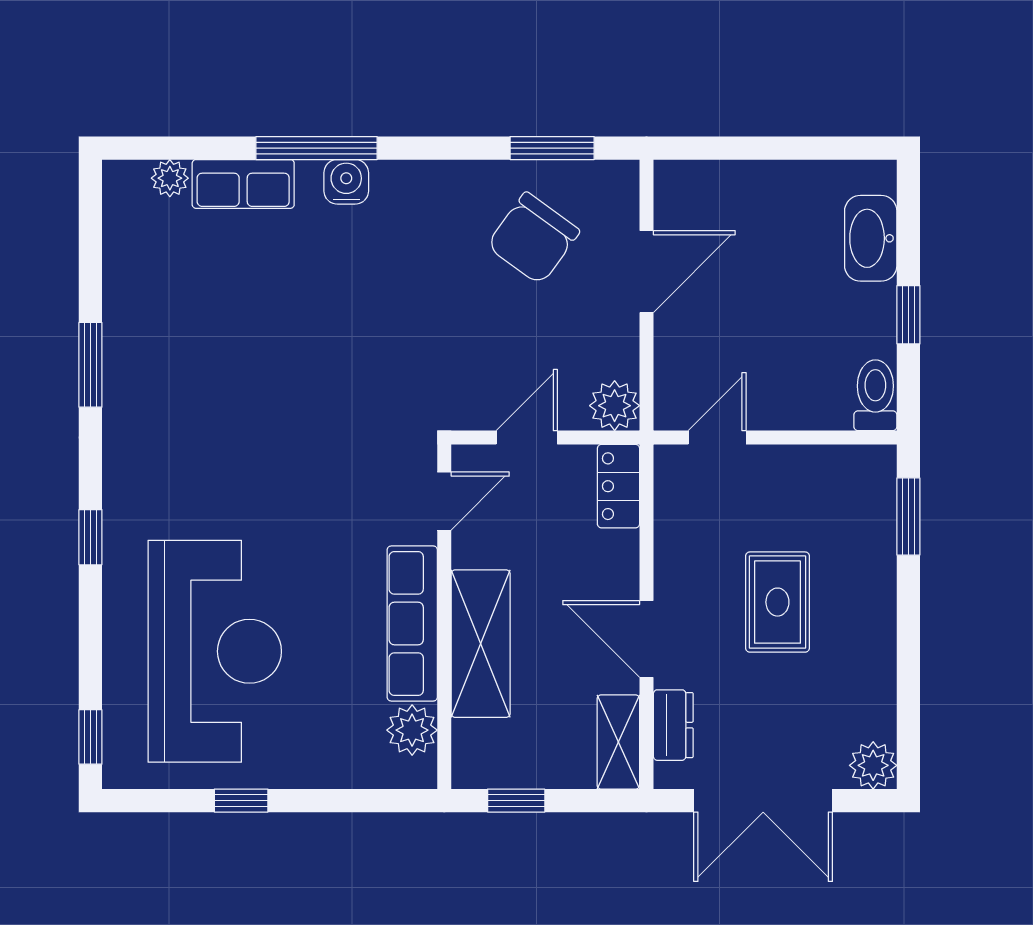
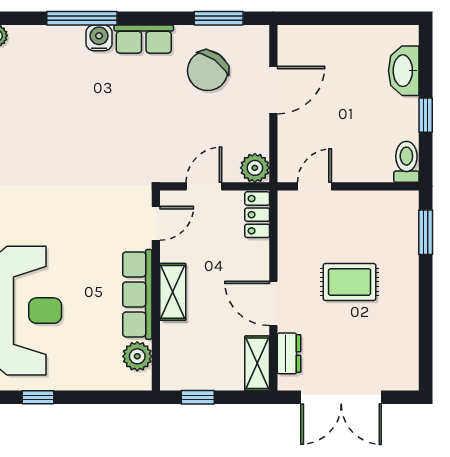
row of seats: (243, 184) -> (144, 39), moved
rug: (777, 602) -> (350, 282), turned 90
shelving: (481, 644) -> (173, 292), width x0.67, depth x0.75
plant: (873, 765) -> (405, 377), removed

